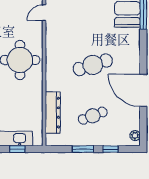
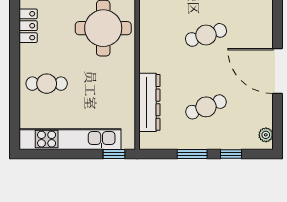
cafe table: (93, 65) -> (206, 35), width x0.73, depth x0.74
window: (17, 149) -> (114, 154), moved

